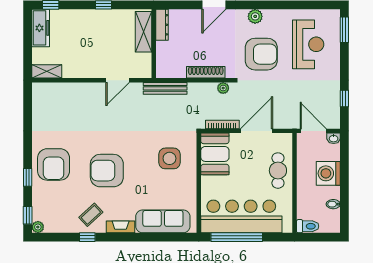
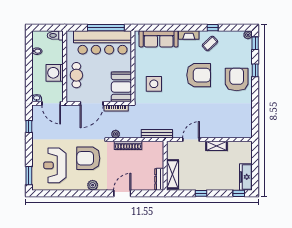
shelving: (47, 71) -> (217, 146), moved
washing machine: (328, 173) -> (55, 73), moved, turned 180

